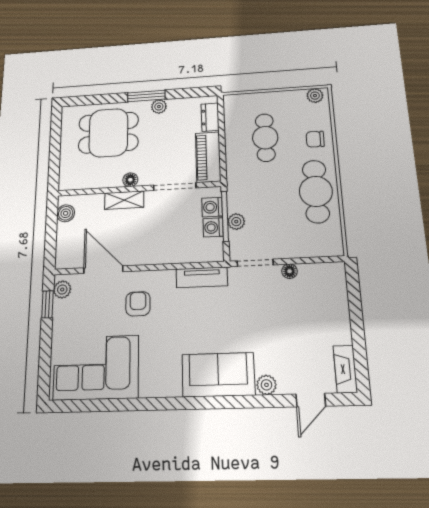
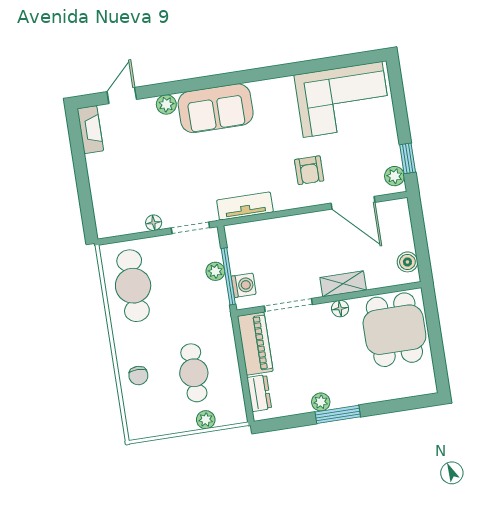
plant: (315, 96) -> (206, 420), moved
dining table: (108, 133) -> (394, 330), moved, turned 90
chair: (315, 139) -> (138, 376), turned 89
cafe table: (316, 191) -> (133, 286), moved
washing machine: (213, 227) -> (240, 262), removed

